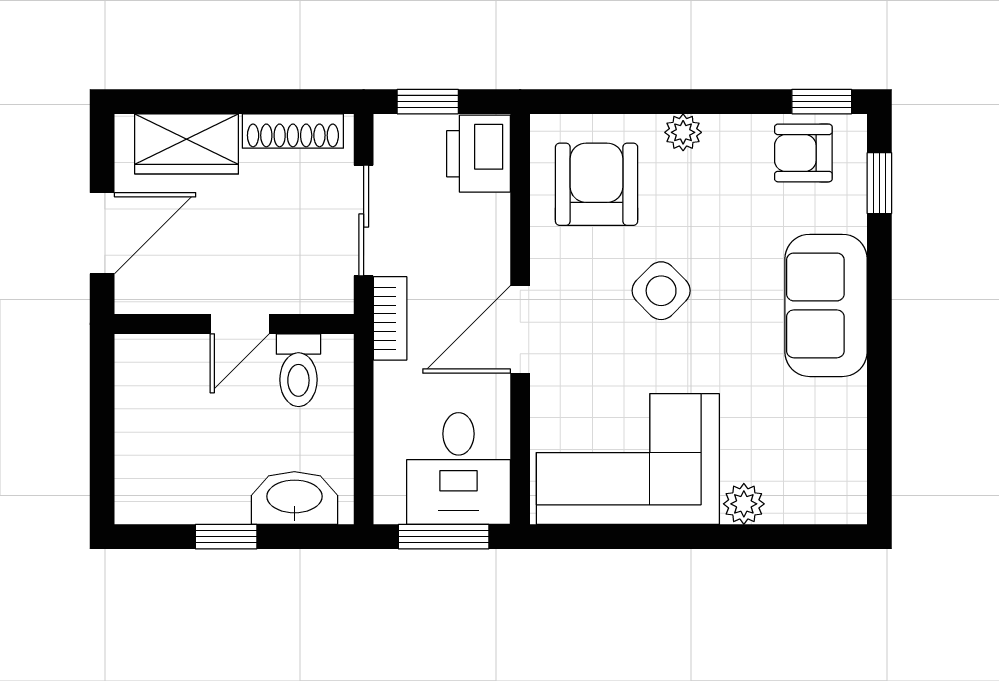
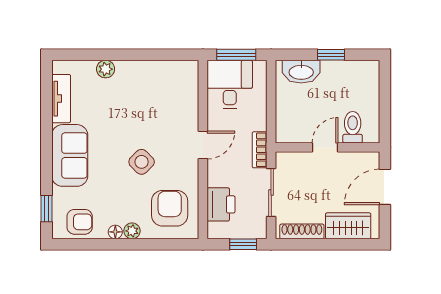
window: (822, 102) -> (72, 244), removed
floor lamp: (721, 130) -> (115, 232), added
printer: (479, 154) -> (221, 204), moved
armchair: (597, 184) -> (170, 208), turned 180
door: (520, 329) -> (203, 145), width x0.73
toilet: (298, 370) -> (353, 127), moved
tv unit: (846, 436) -> (61, 99), added
corner sofa: (628, 459) -> (156, 89), removed

